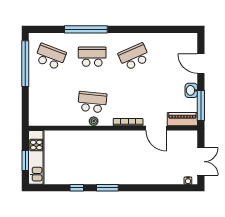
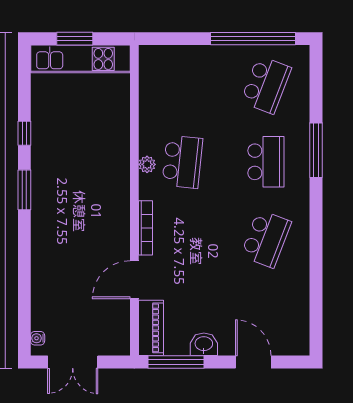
window: (86, 29) -> (316, 150), width x0.68
school desk: (134, 57) -> (266, 239), turned 45
door: (201, 64) -> (253, 362), hinge flipped

